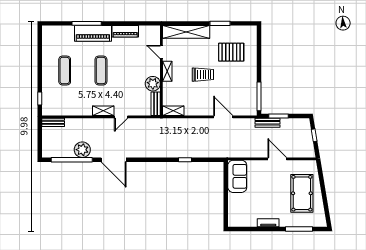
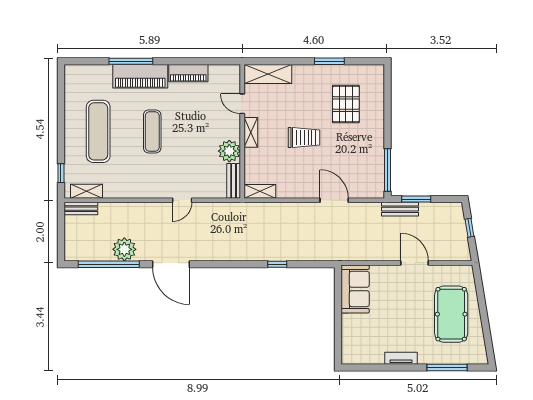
shelving: (186, 32) -> (268, 74), width x0.68
pallet: (231, 52) -> (346, 104), turned 90
exercise mat: (65, 70) -> (98, 131), width x1.36, depth x1.45
shelving: (103, 111) -> (86, 191), moved

